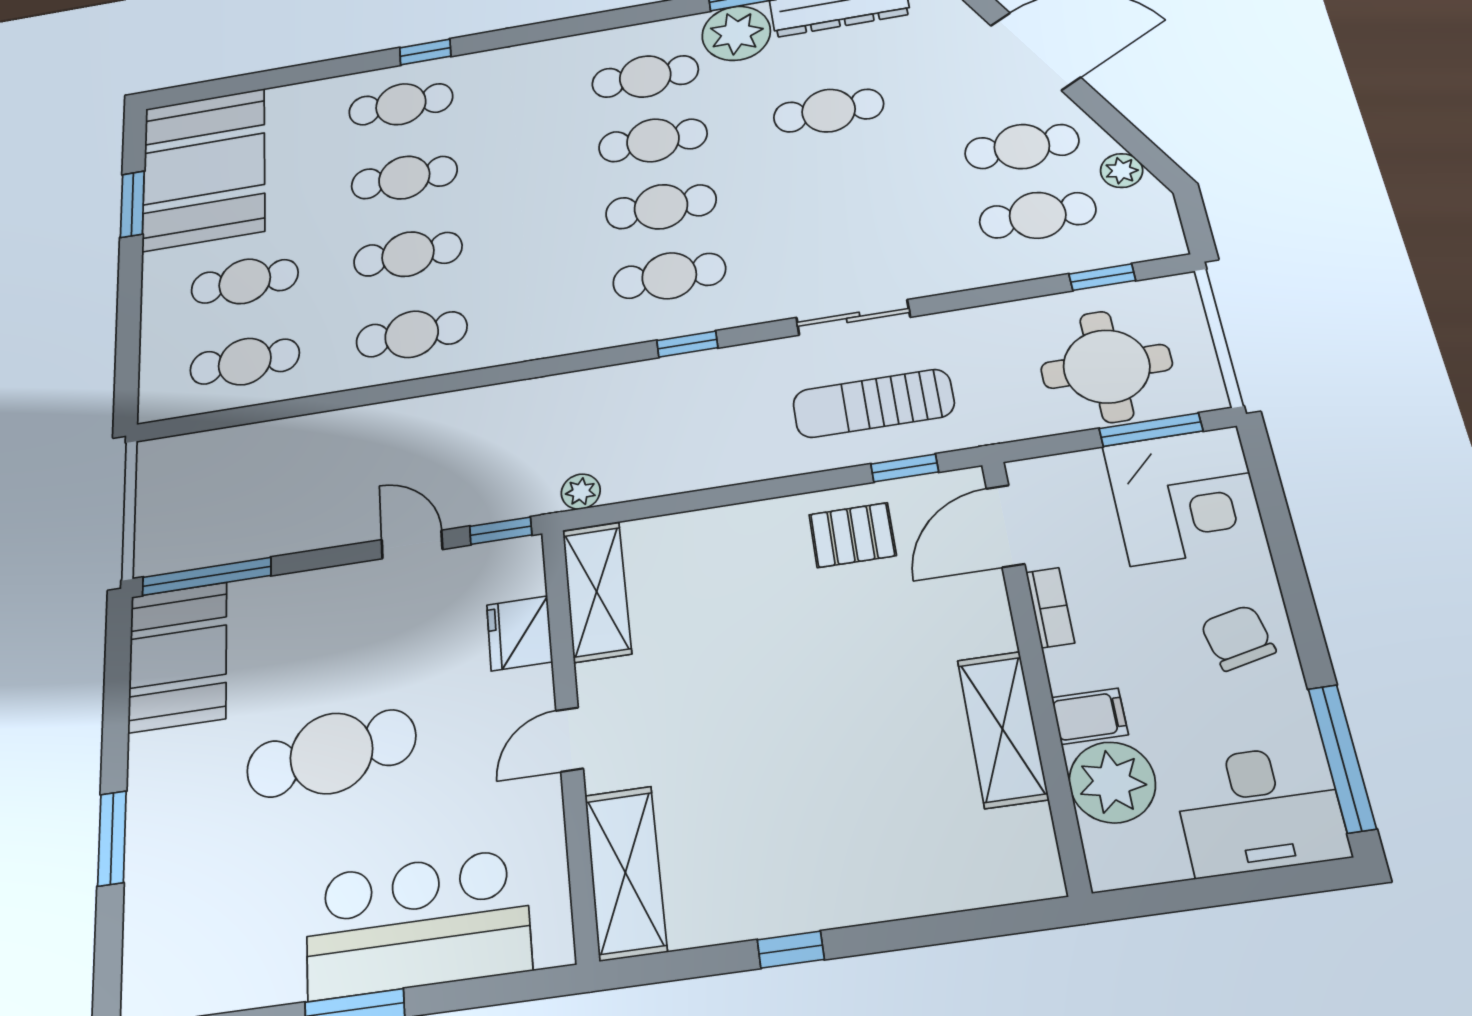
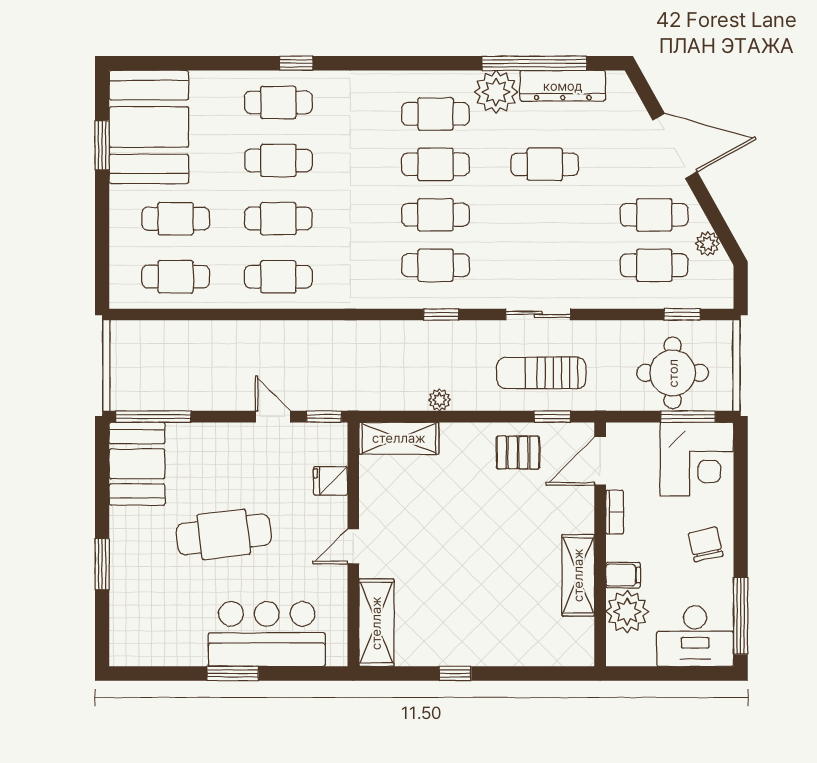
plant: (581, 492) -> (440, 400), moved
shelving: (597, 592) -> (399, 438), moved, turned 90
fridge: (520, 633) -> (331, 481), width x0.72

